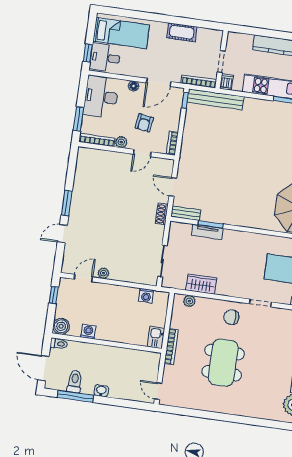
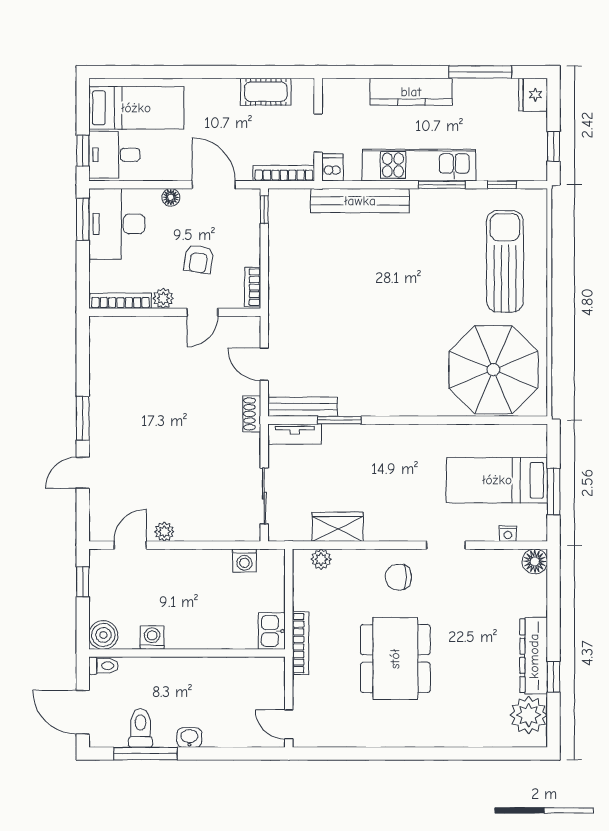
cot: (182, 32) -> (266, 92), moved
door: (159, 82) -> (214, 185), swing flipped
bench: (215, 99) -> (360, 201), moved
window: (78, 119) -> (83, 219), moved
bench: (186, 213) -> (303, 407), width x1.36
tv unit: (207, 232) -> (295, 434), moved

